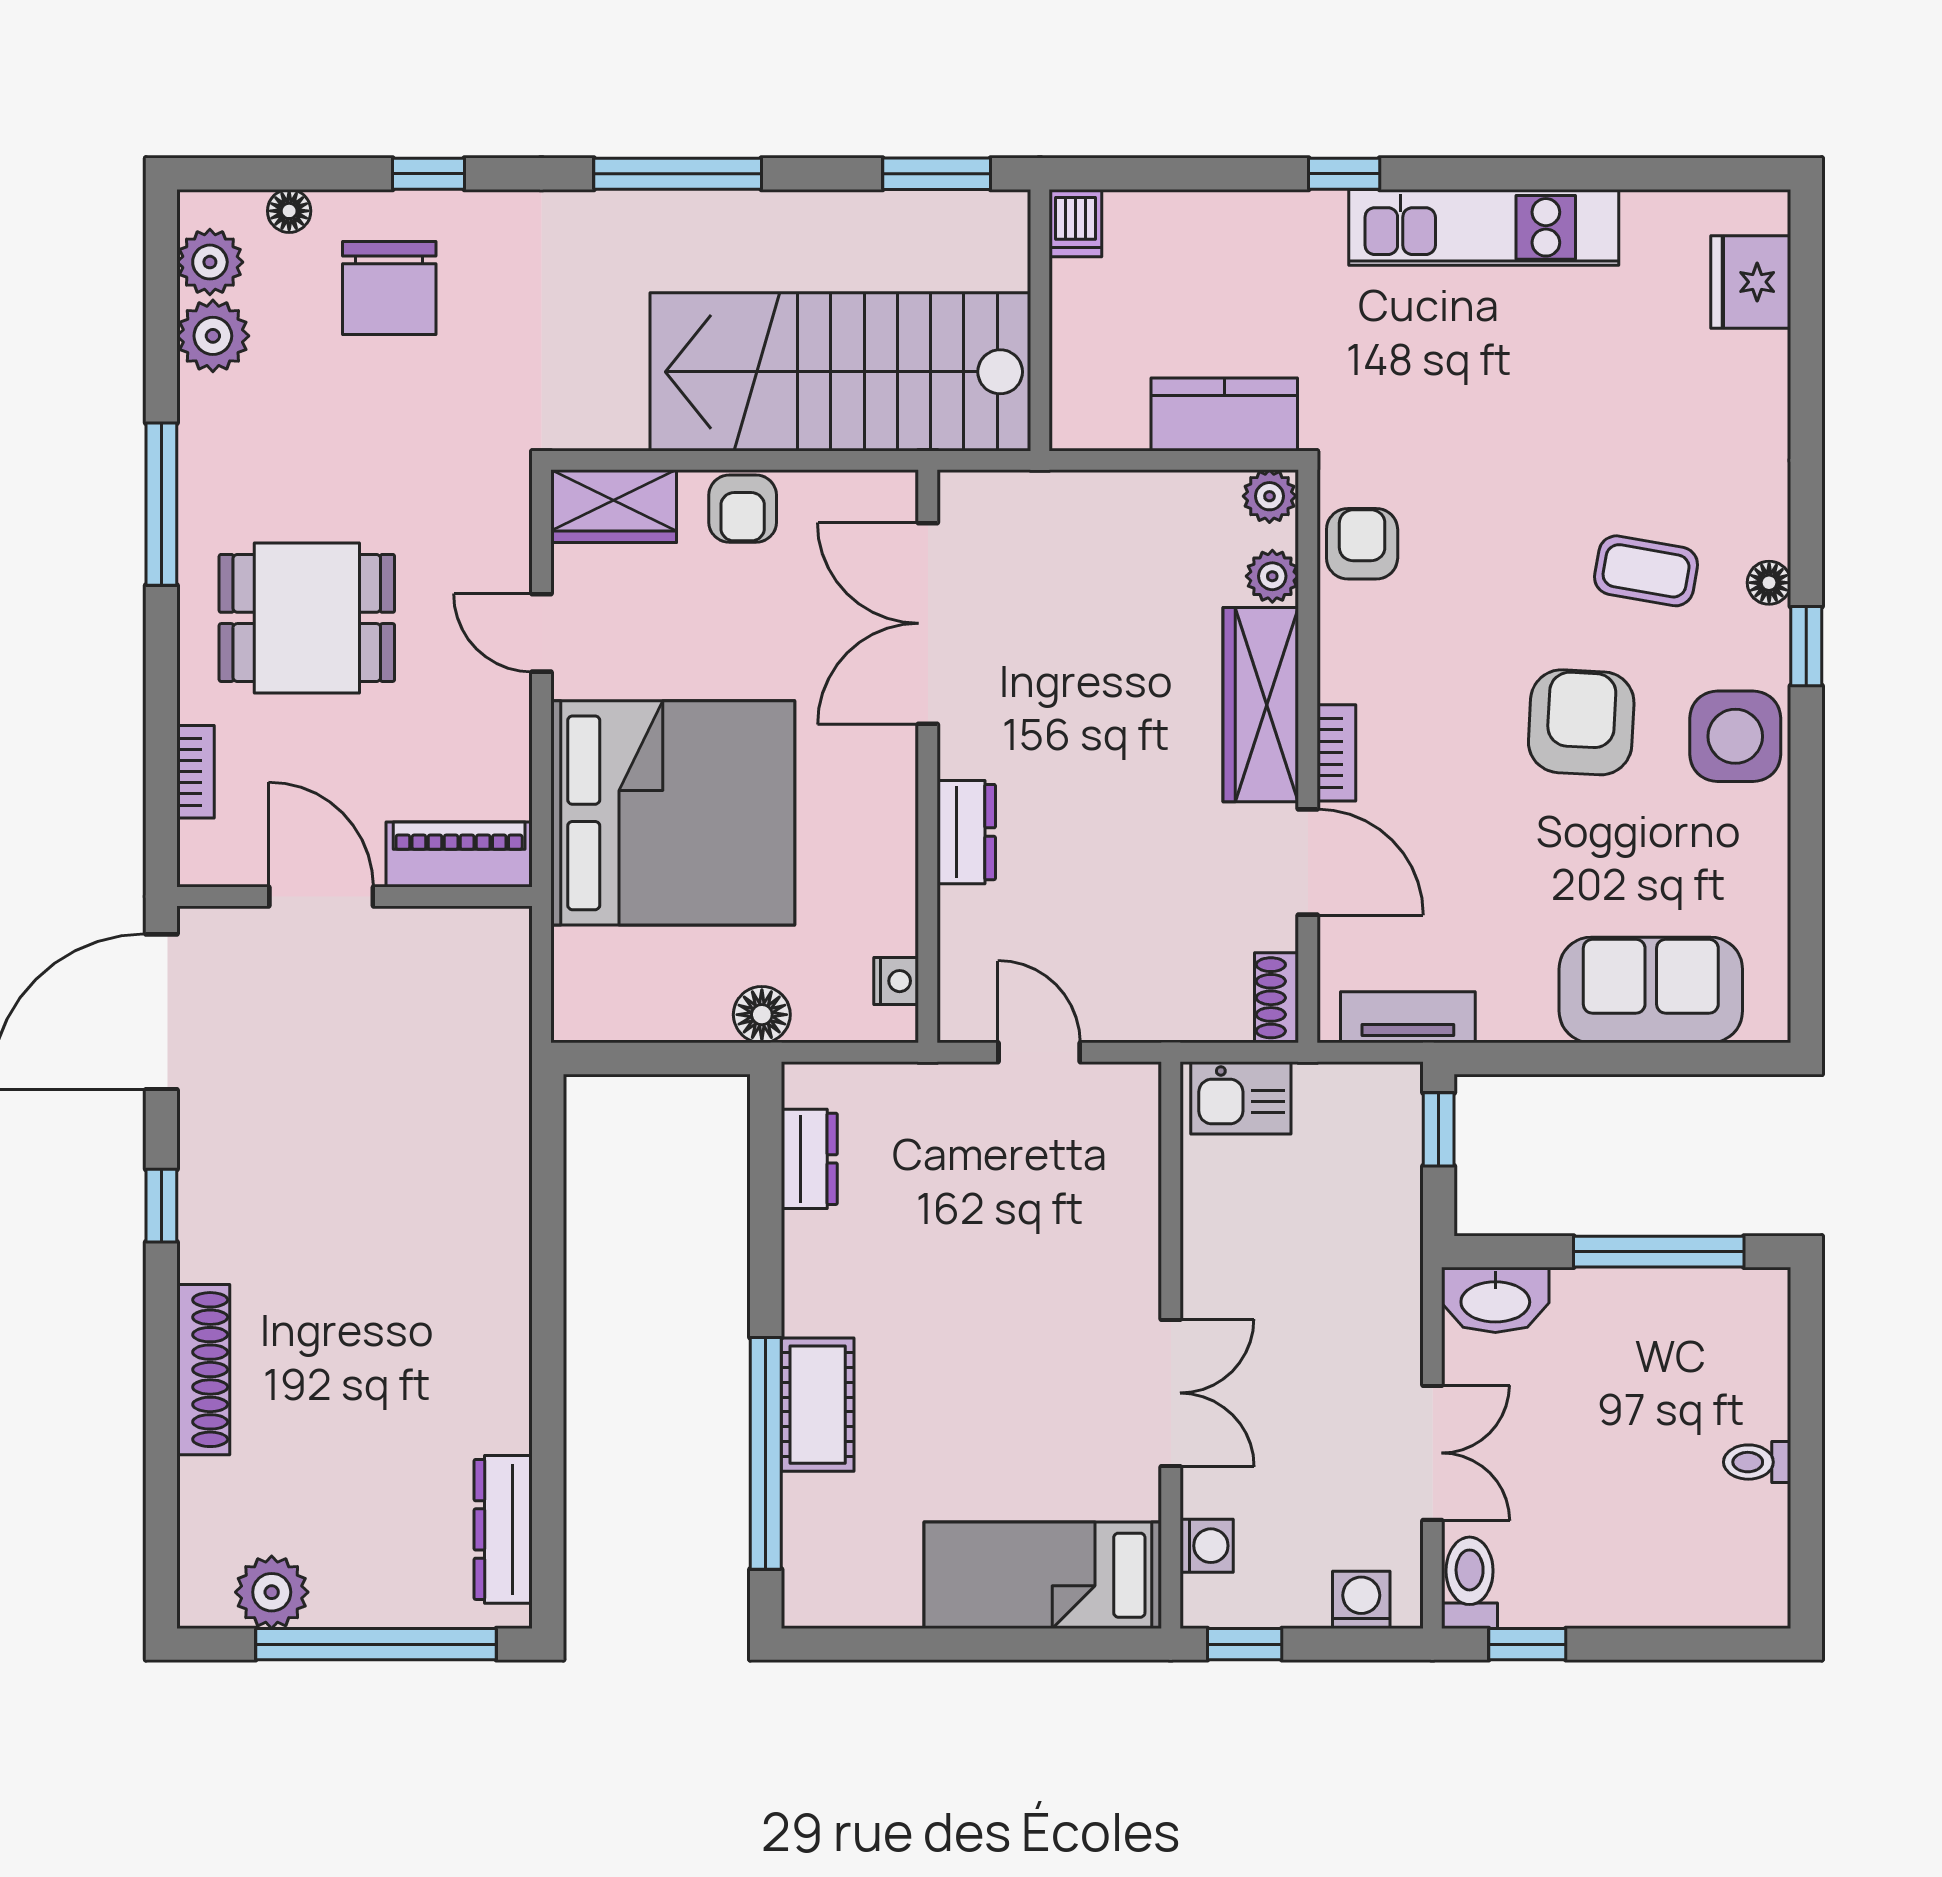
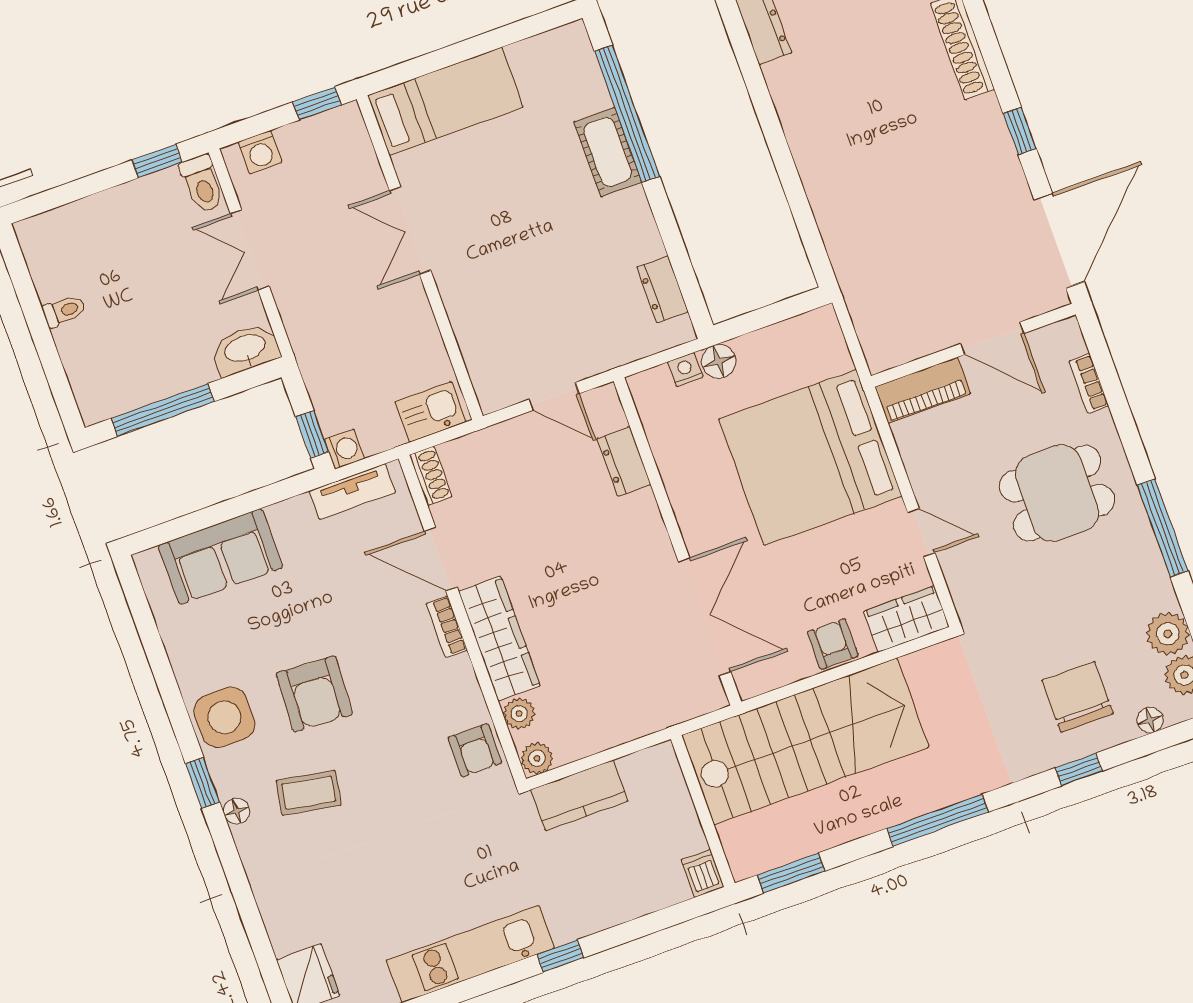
dresser: (966, 832) -> (624, 462), moved
nightstand: (896, 981) -> (685, 370), moved, turned 90
washing machine: (1207, 1546) -> (344, 449), moved, turned 180

